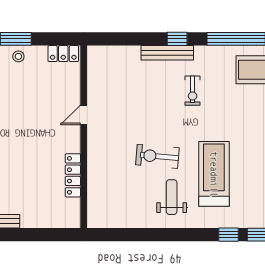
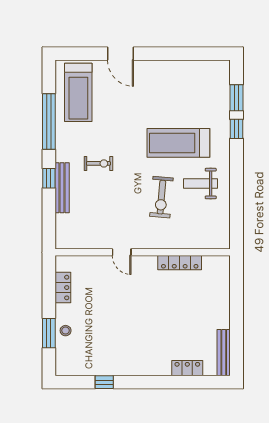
door: (84, 115) -> (122, 252), moved
wall: (84, 137) -> (143, 252), moved
locker: (73, 175) -> (180, 263), moved

